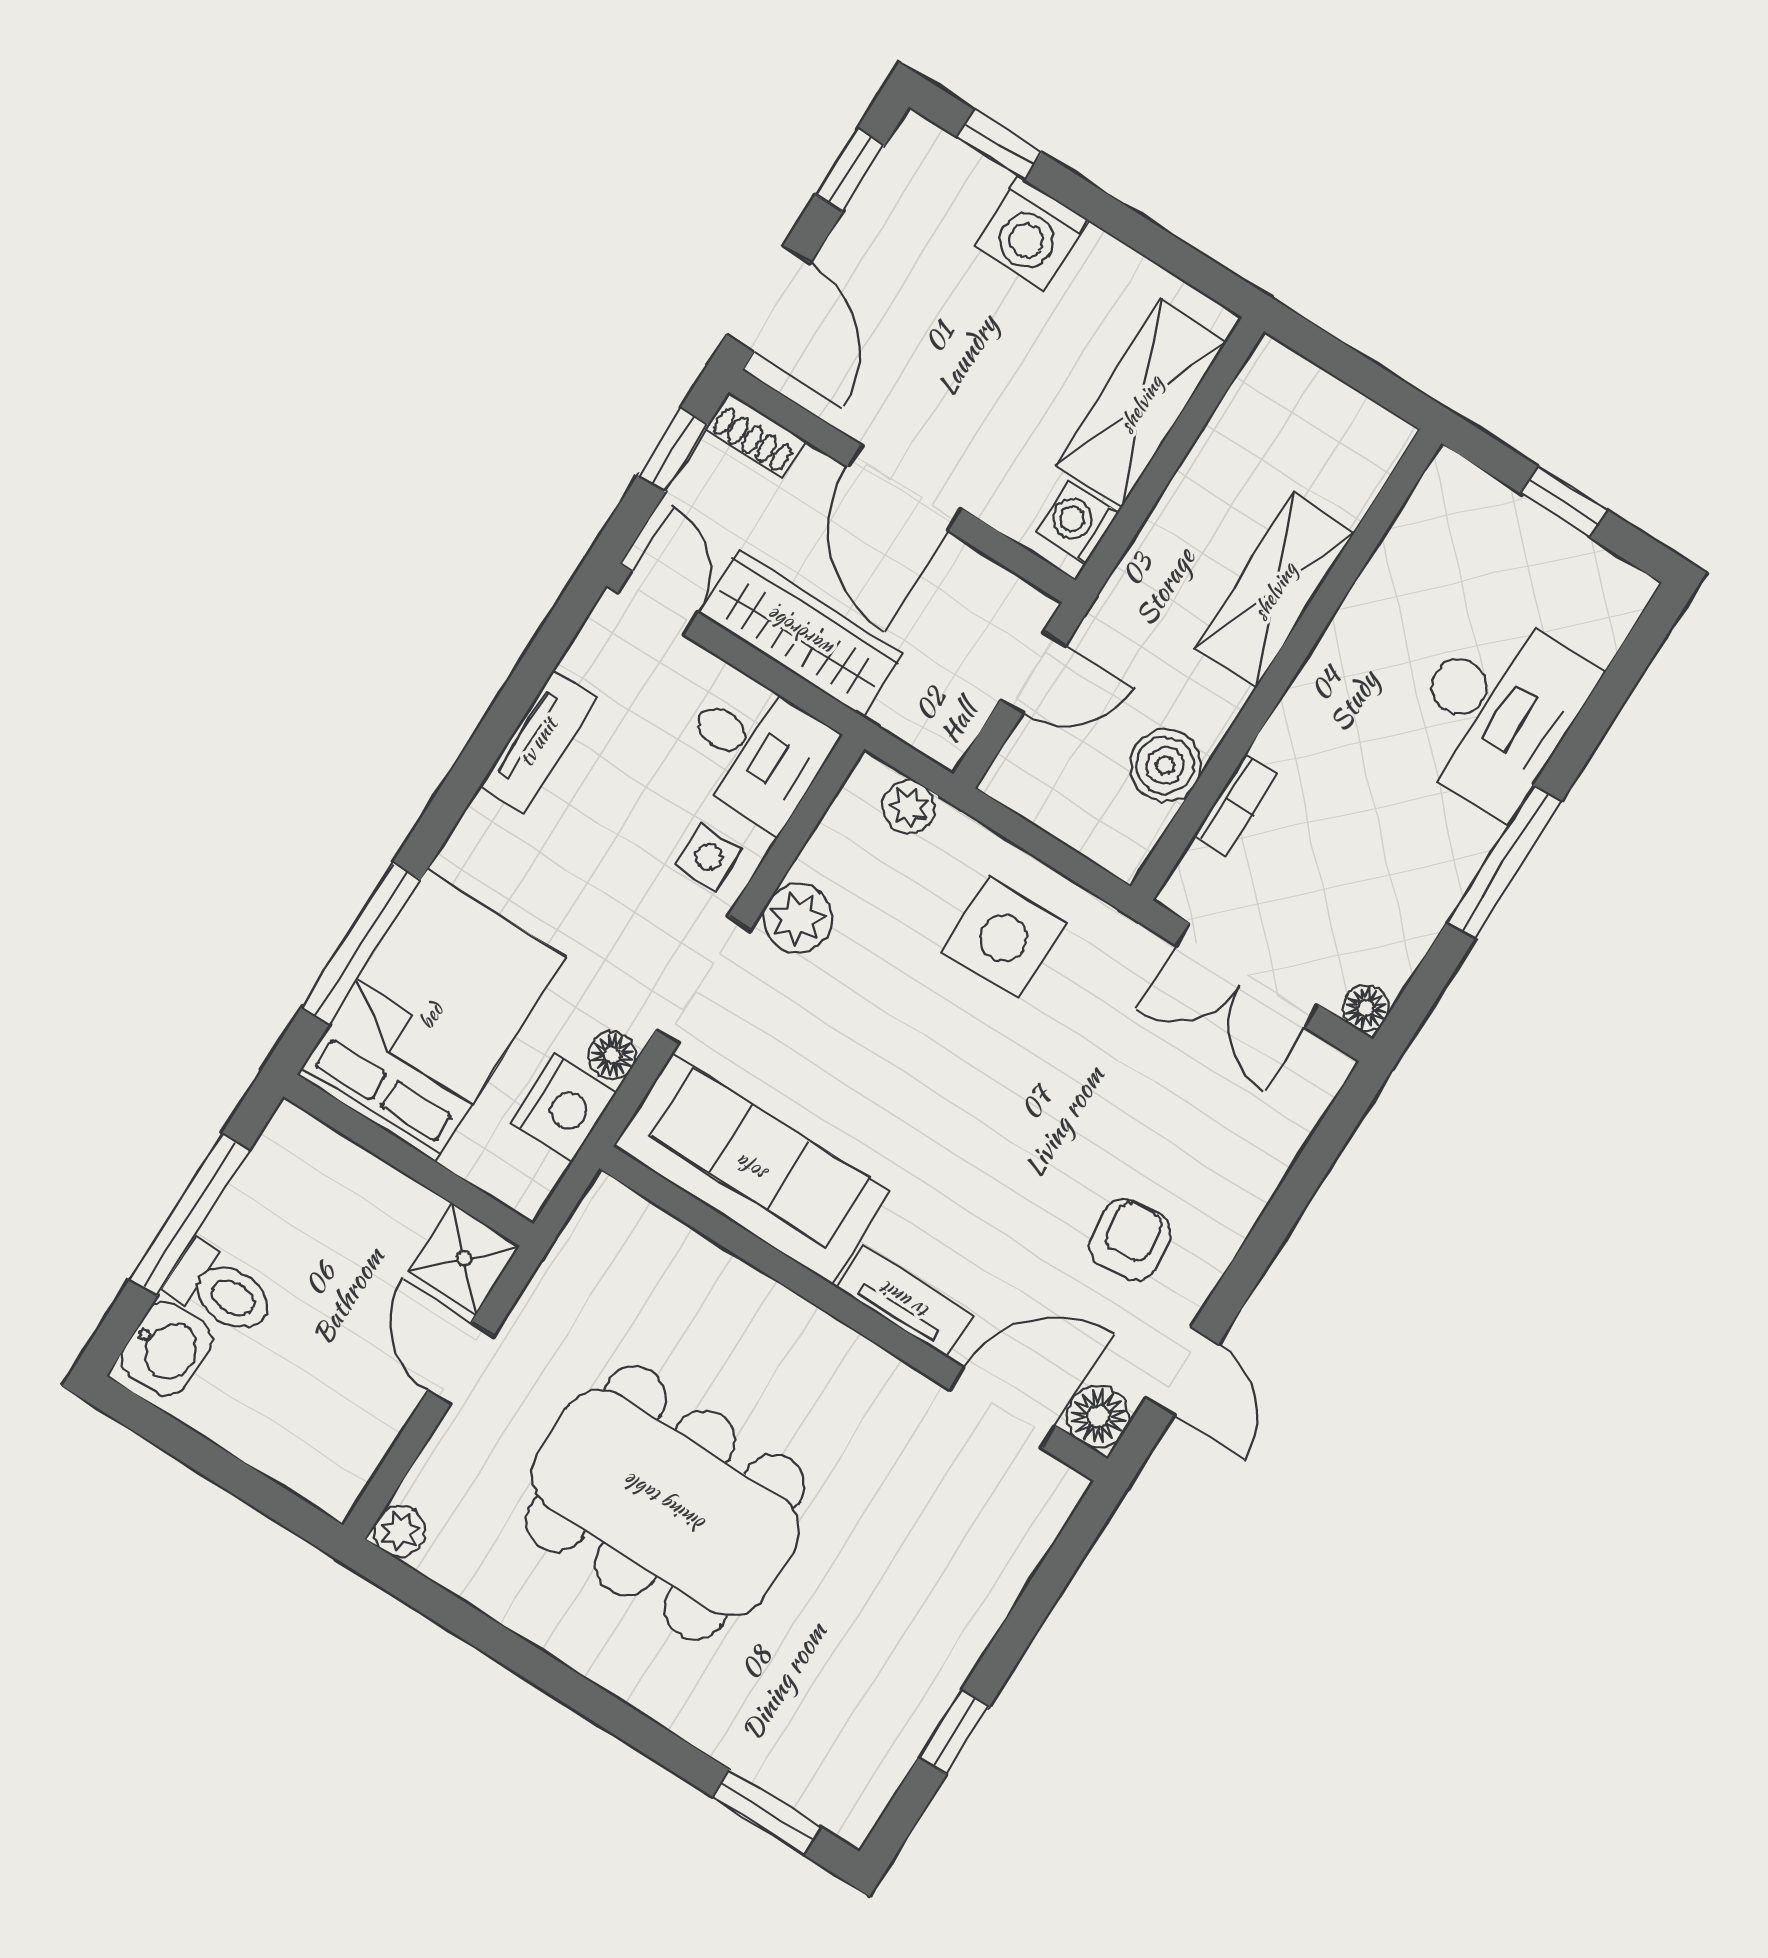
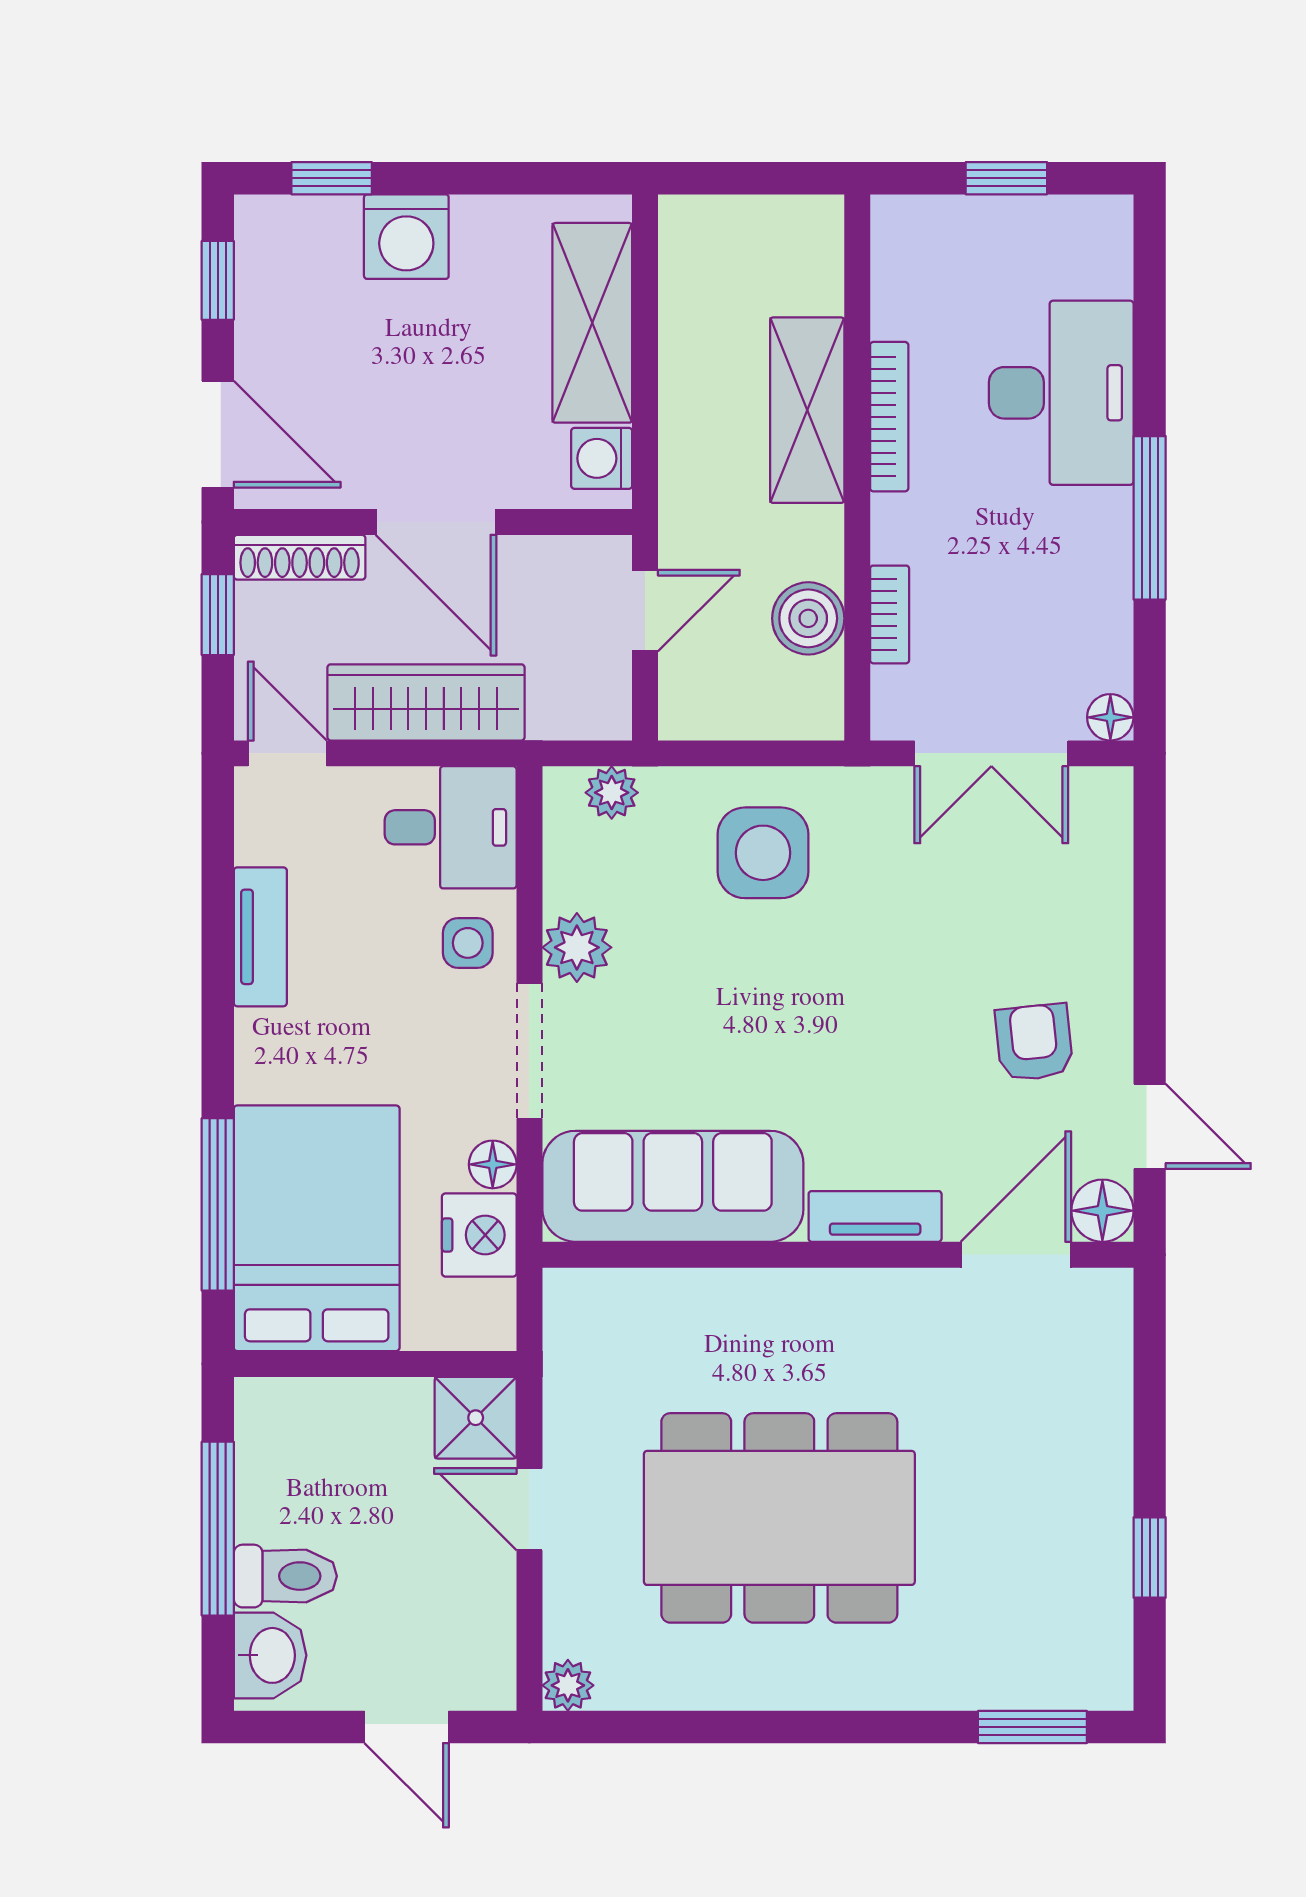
shoe rack: (755, 435) -> (300, 557), width x1.43
bookcase: (1340, 639) -> (889, 417), added
door: (243, 1481) -> (407, 1727), added

